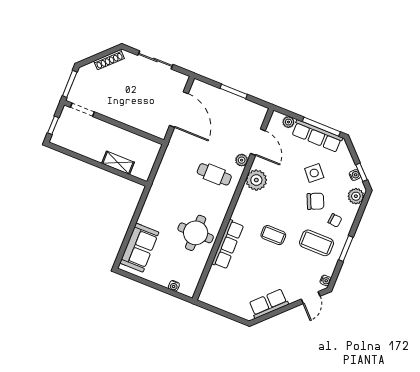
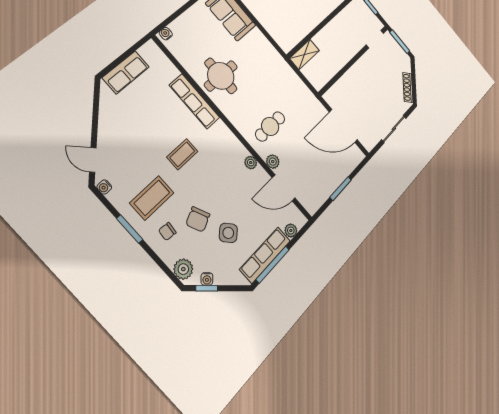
shelving: (118, 163) -> (305, 54), moved
plant: (256, 180) -> (251, 163), width x0.53, depth x0.53
water cooler: (174, 286) -> (166, 34), moved
row of seats: (269, 304) -> (126, 72), moved, turned 45

